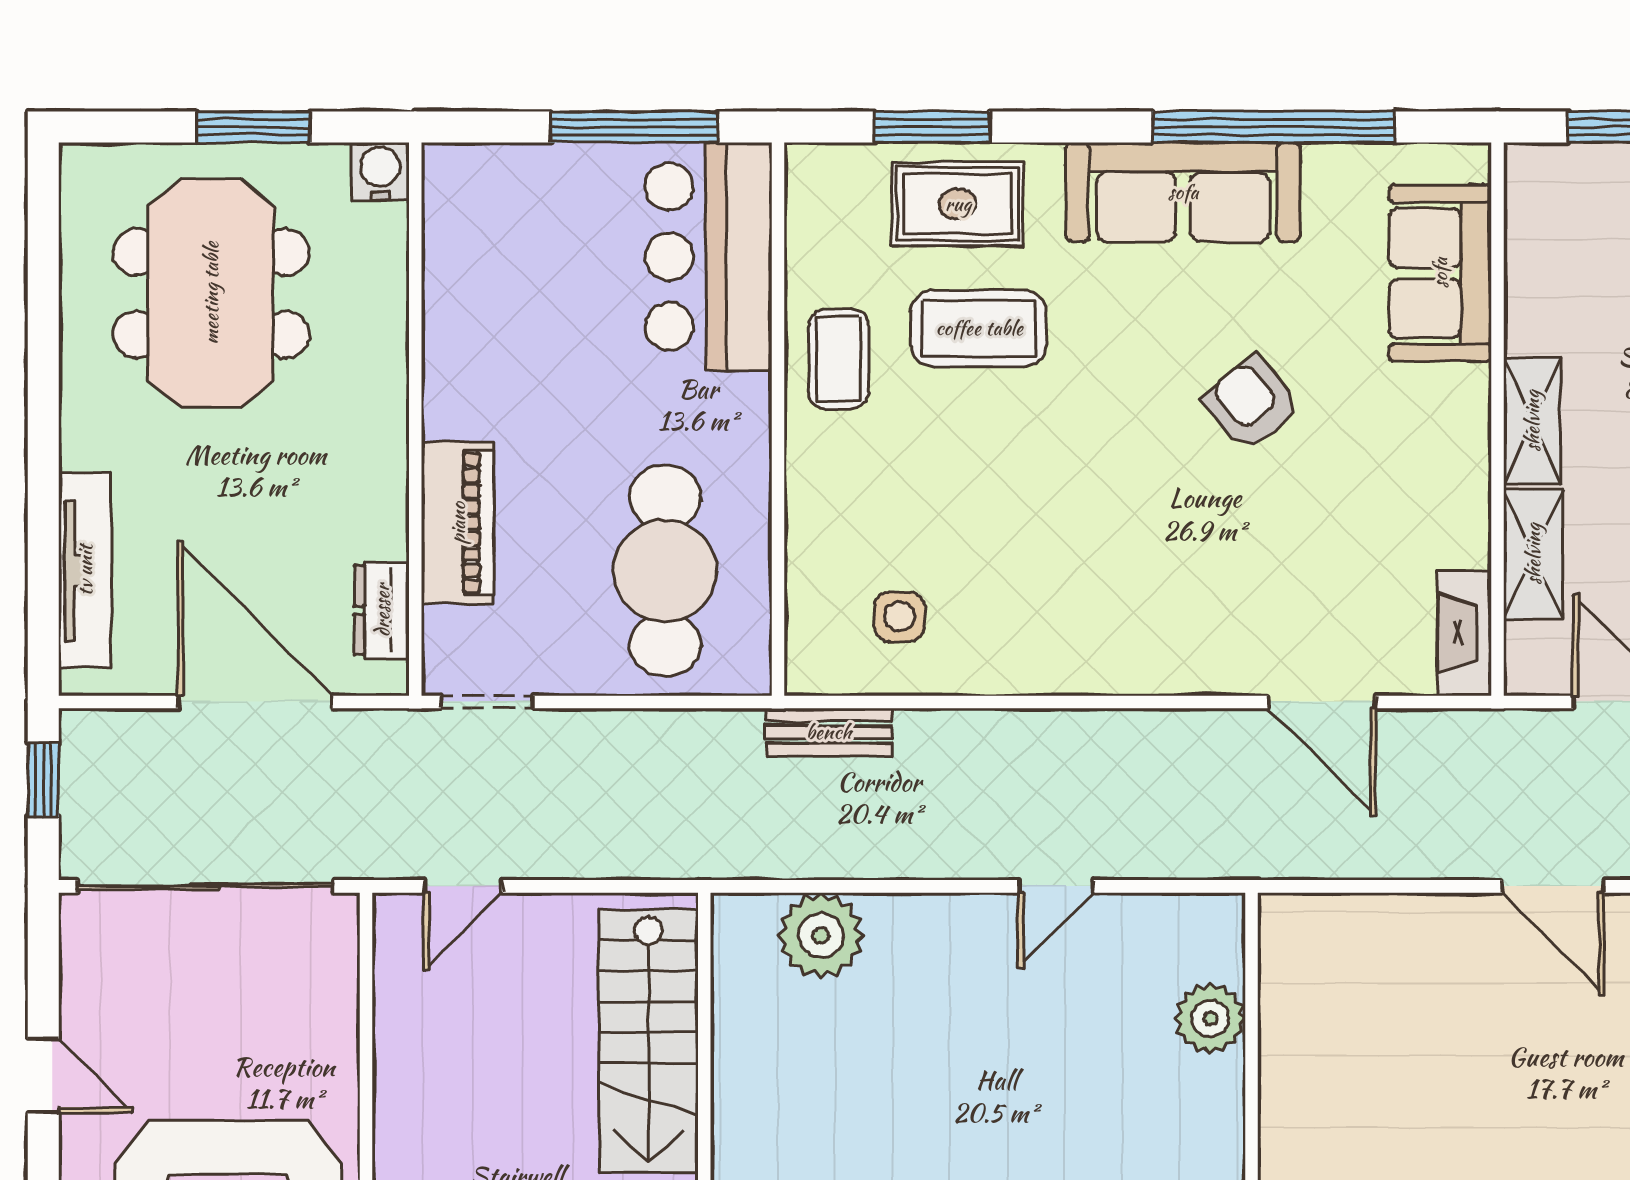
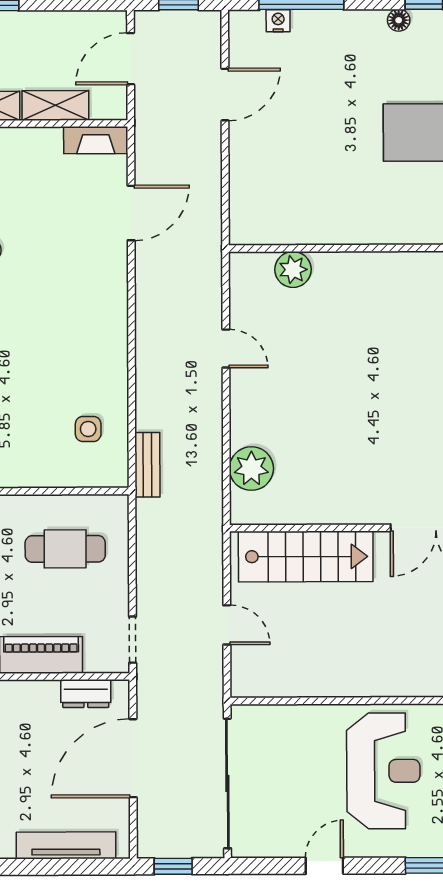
cafe table: (665, 571) -> (65, 549), width x0.73, depth x0.74
door: (463, 886) -> (227, 625), moved

